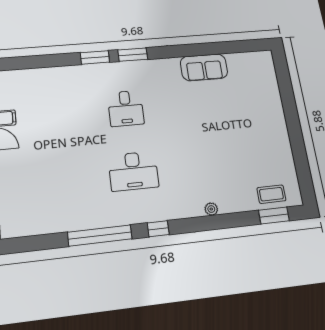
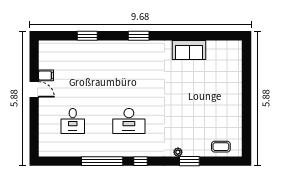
window: (95, 57) -> (87, 36), moved
desk: (126, 108) -> (73, 121), moved
window: (274, 216) -> (189, 161), moved

